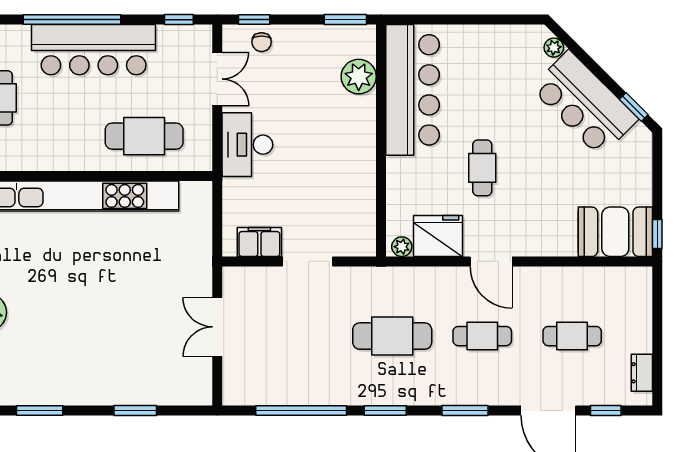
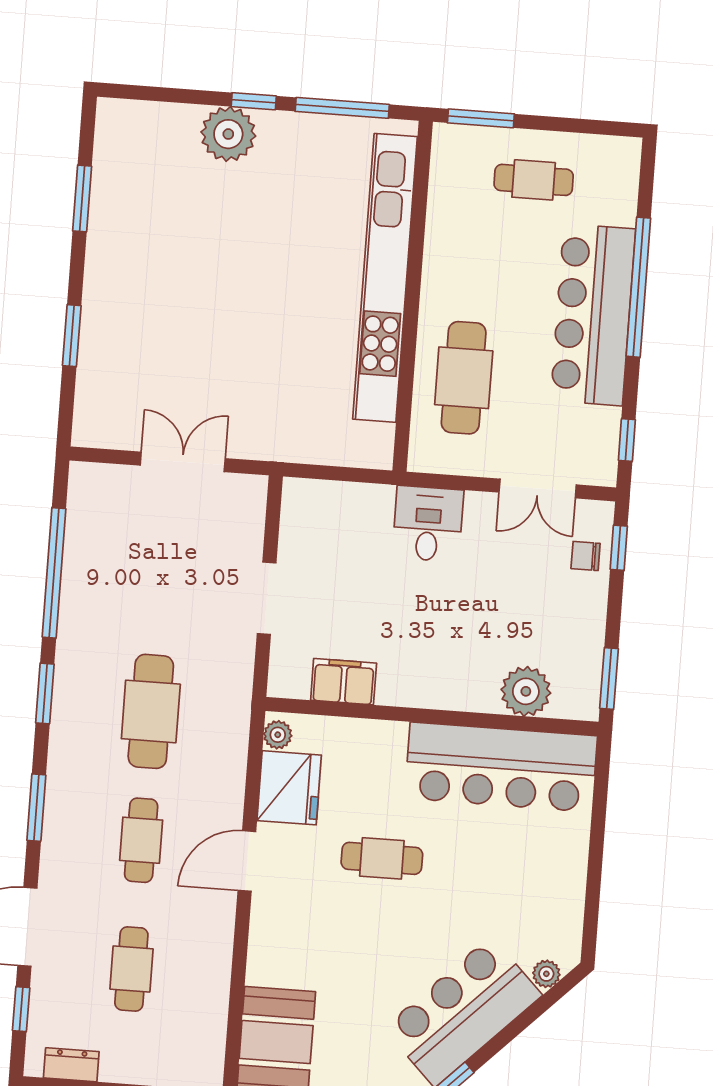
desk: (247, 145) -> (428, 524), width x0.73
filing cabinet: (259, 242) -> (344, 682), moved, turned -90

